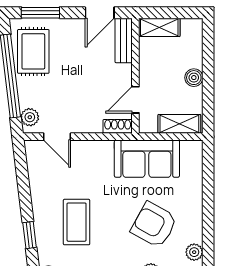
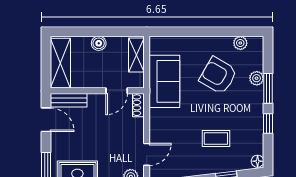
shelving: (159, 27) -> (60, 63), width x1.50, depth x1.33
door: (135, 100) -> (117, 91), hinge flipped
coffee table: (77, 222) -> (216, 138), width x0.73, depth x0.77
armchair: (154, 225) -> (218, 76), turned 91

